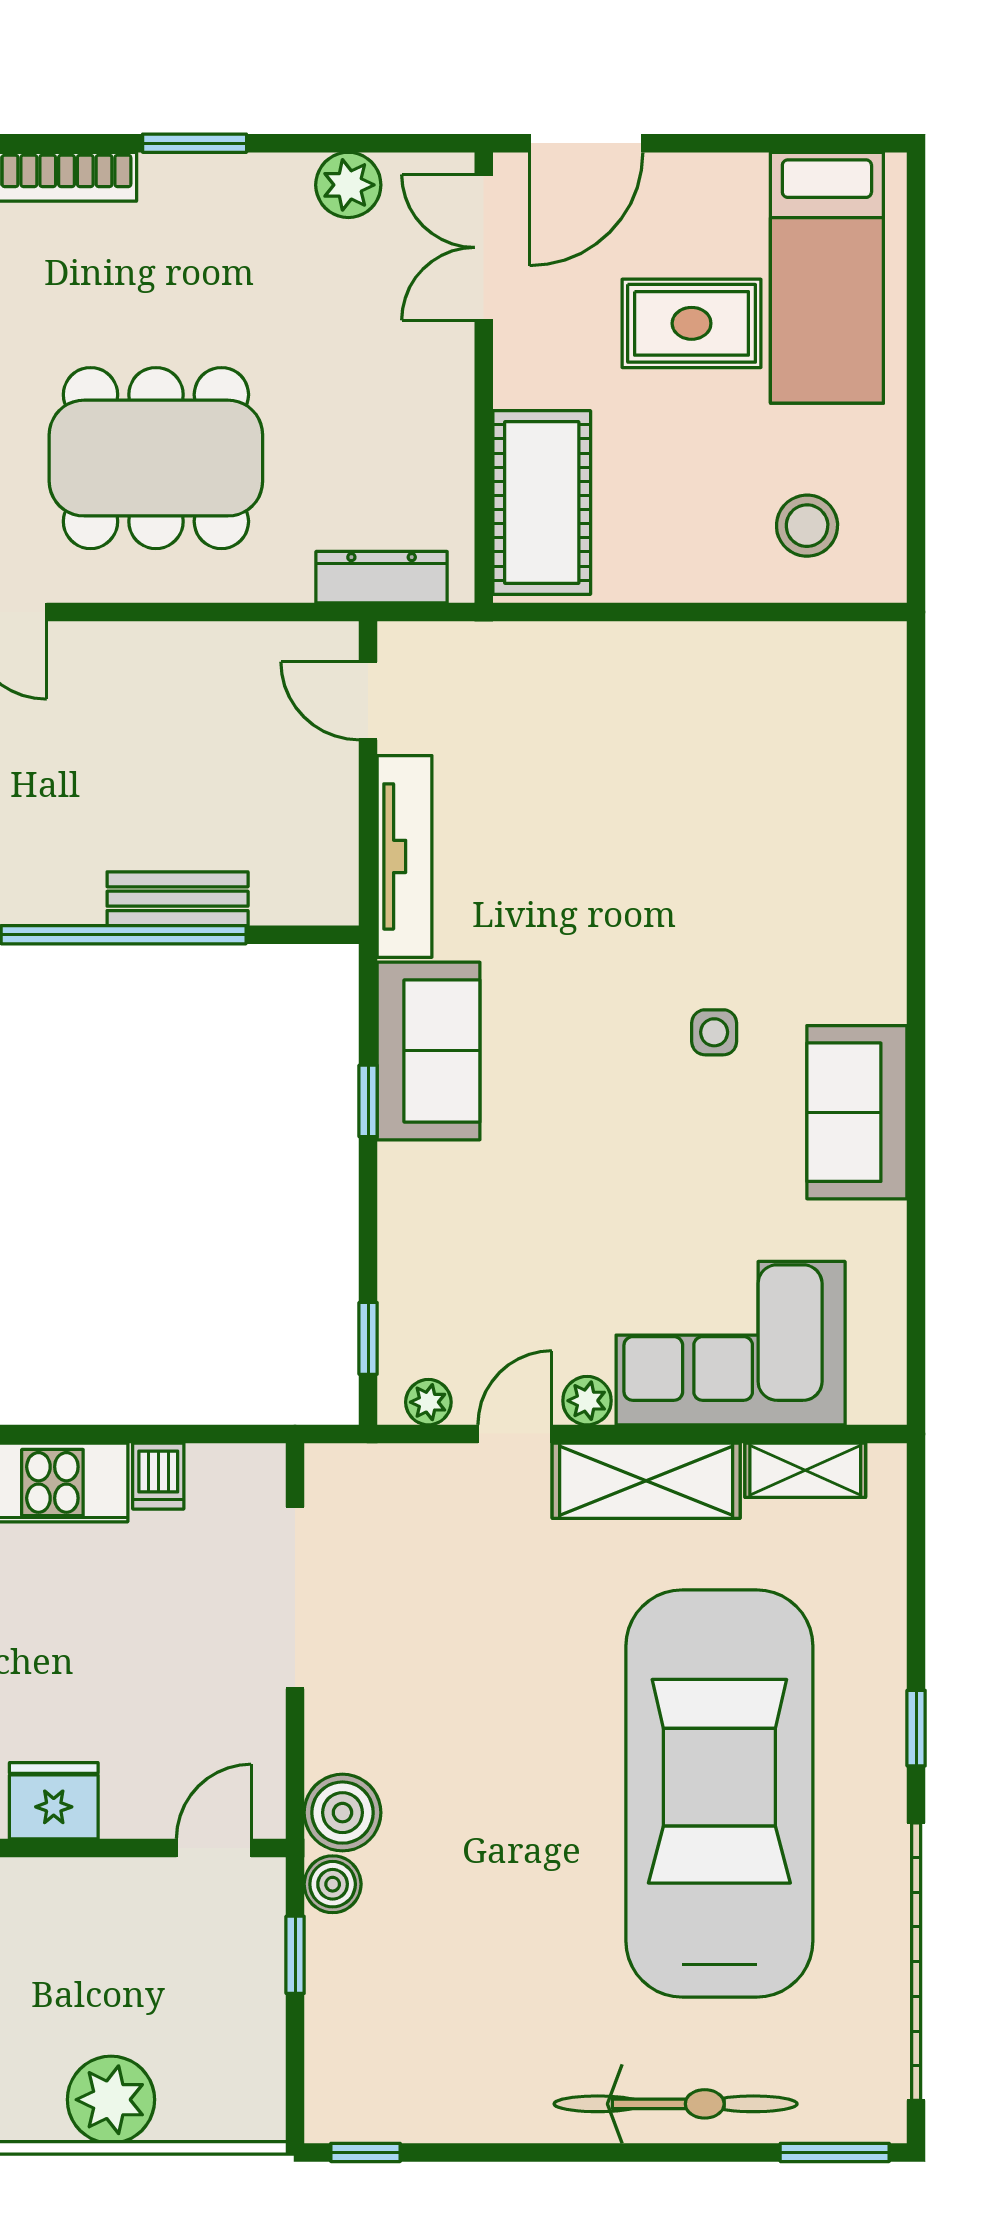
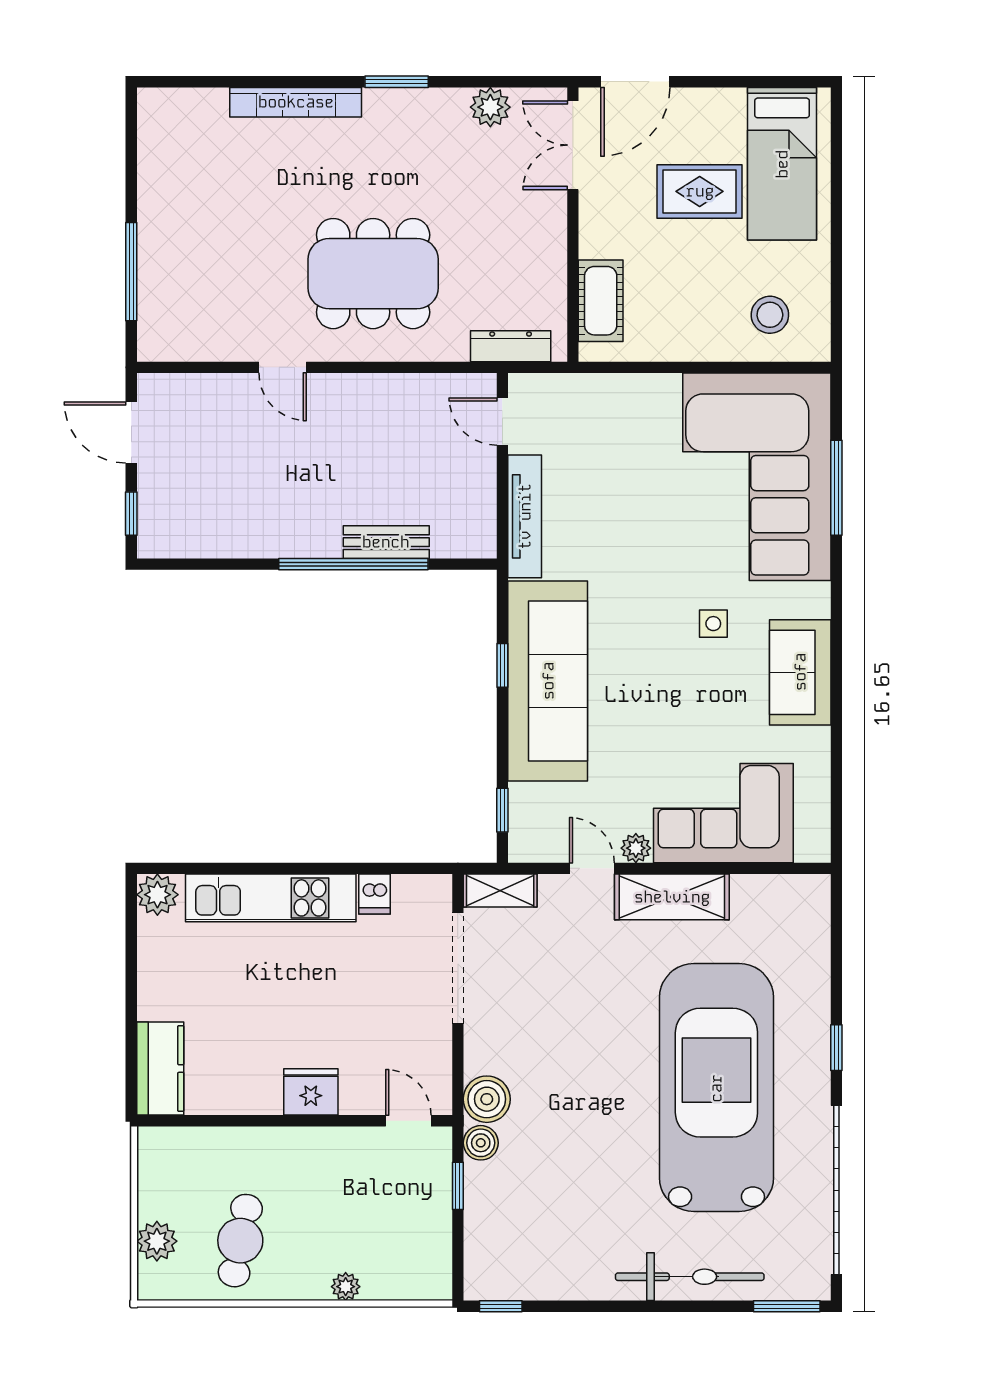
cot: (542, 503) -> (601, 301), width x0.73, depth x0.75
corner sofa: (786, 792) -> (757, 477), added
window: (916, 810) -> (836, 488), added
sofa: (429, 1051) -> (548, 681), width x1.85, depth x1.27
plant: (428, 1402) -> (539, 849), removed
door: (515, 1434) -> (592, 868), hinge flipped
shelving: (805, 1470) -> (500, 891), moved
door: (214, 1848) -> (408, 1121), hinge flipped
plant: (111, 2100) -> (346, 1287), width x0.53, depth x0.53

